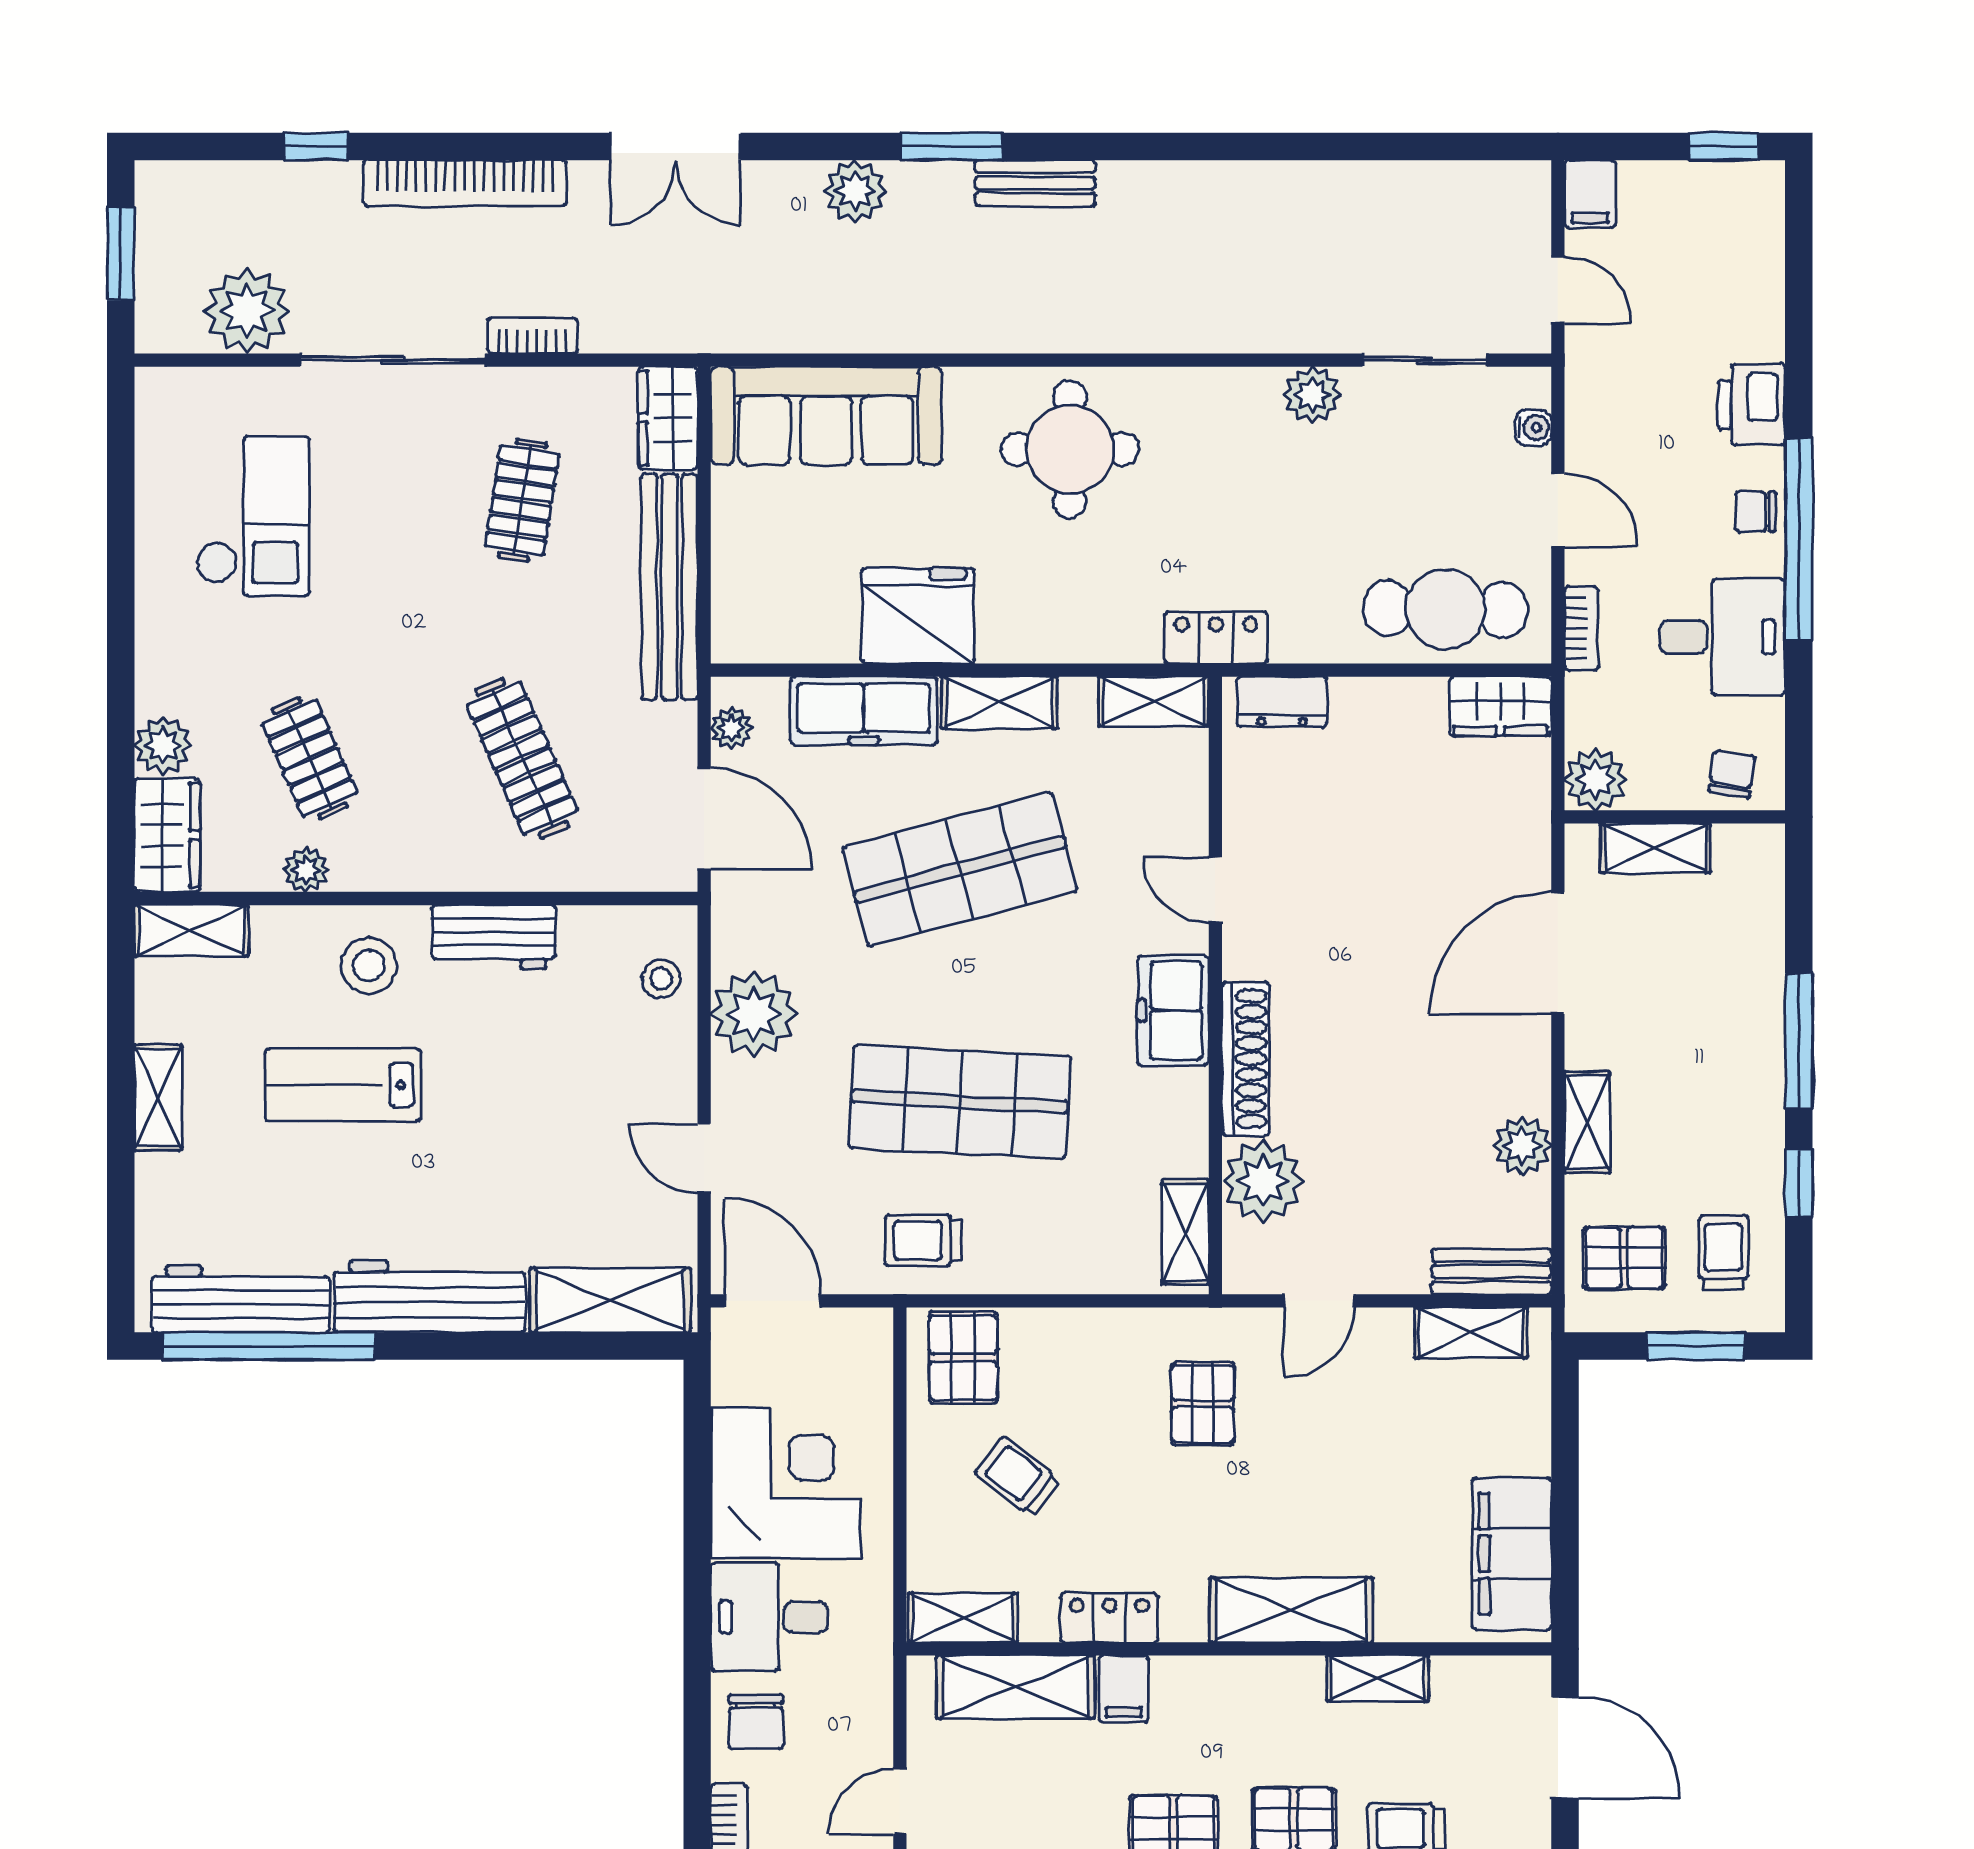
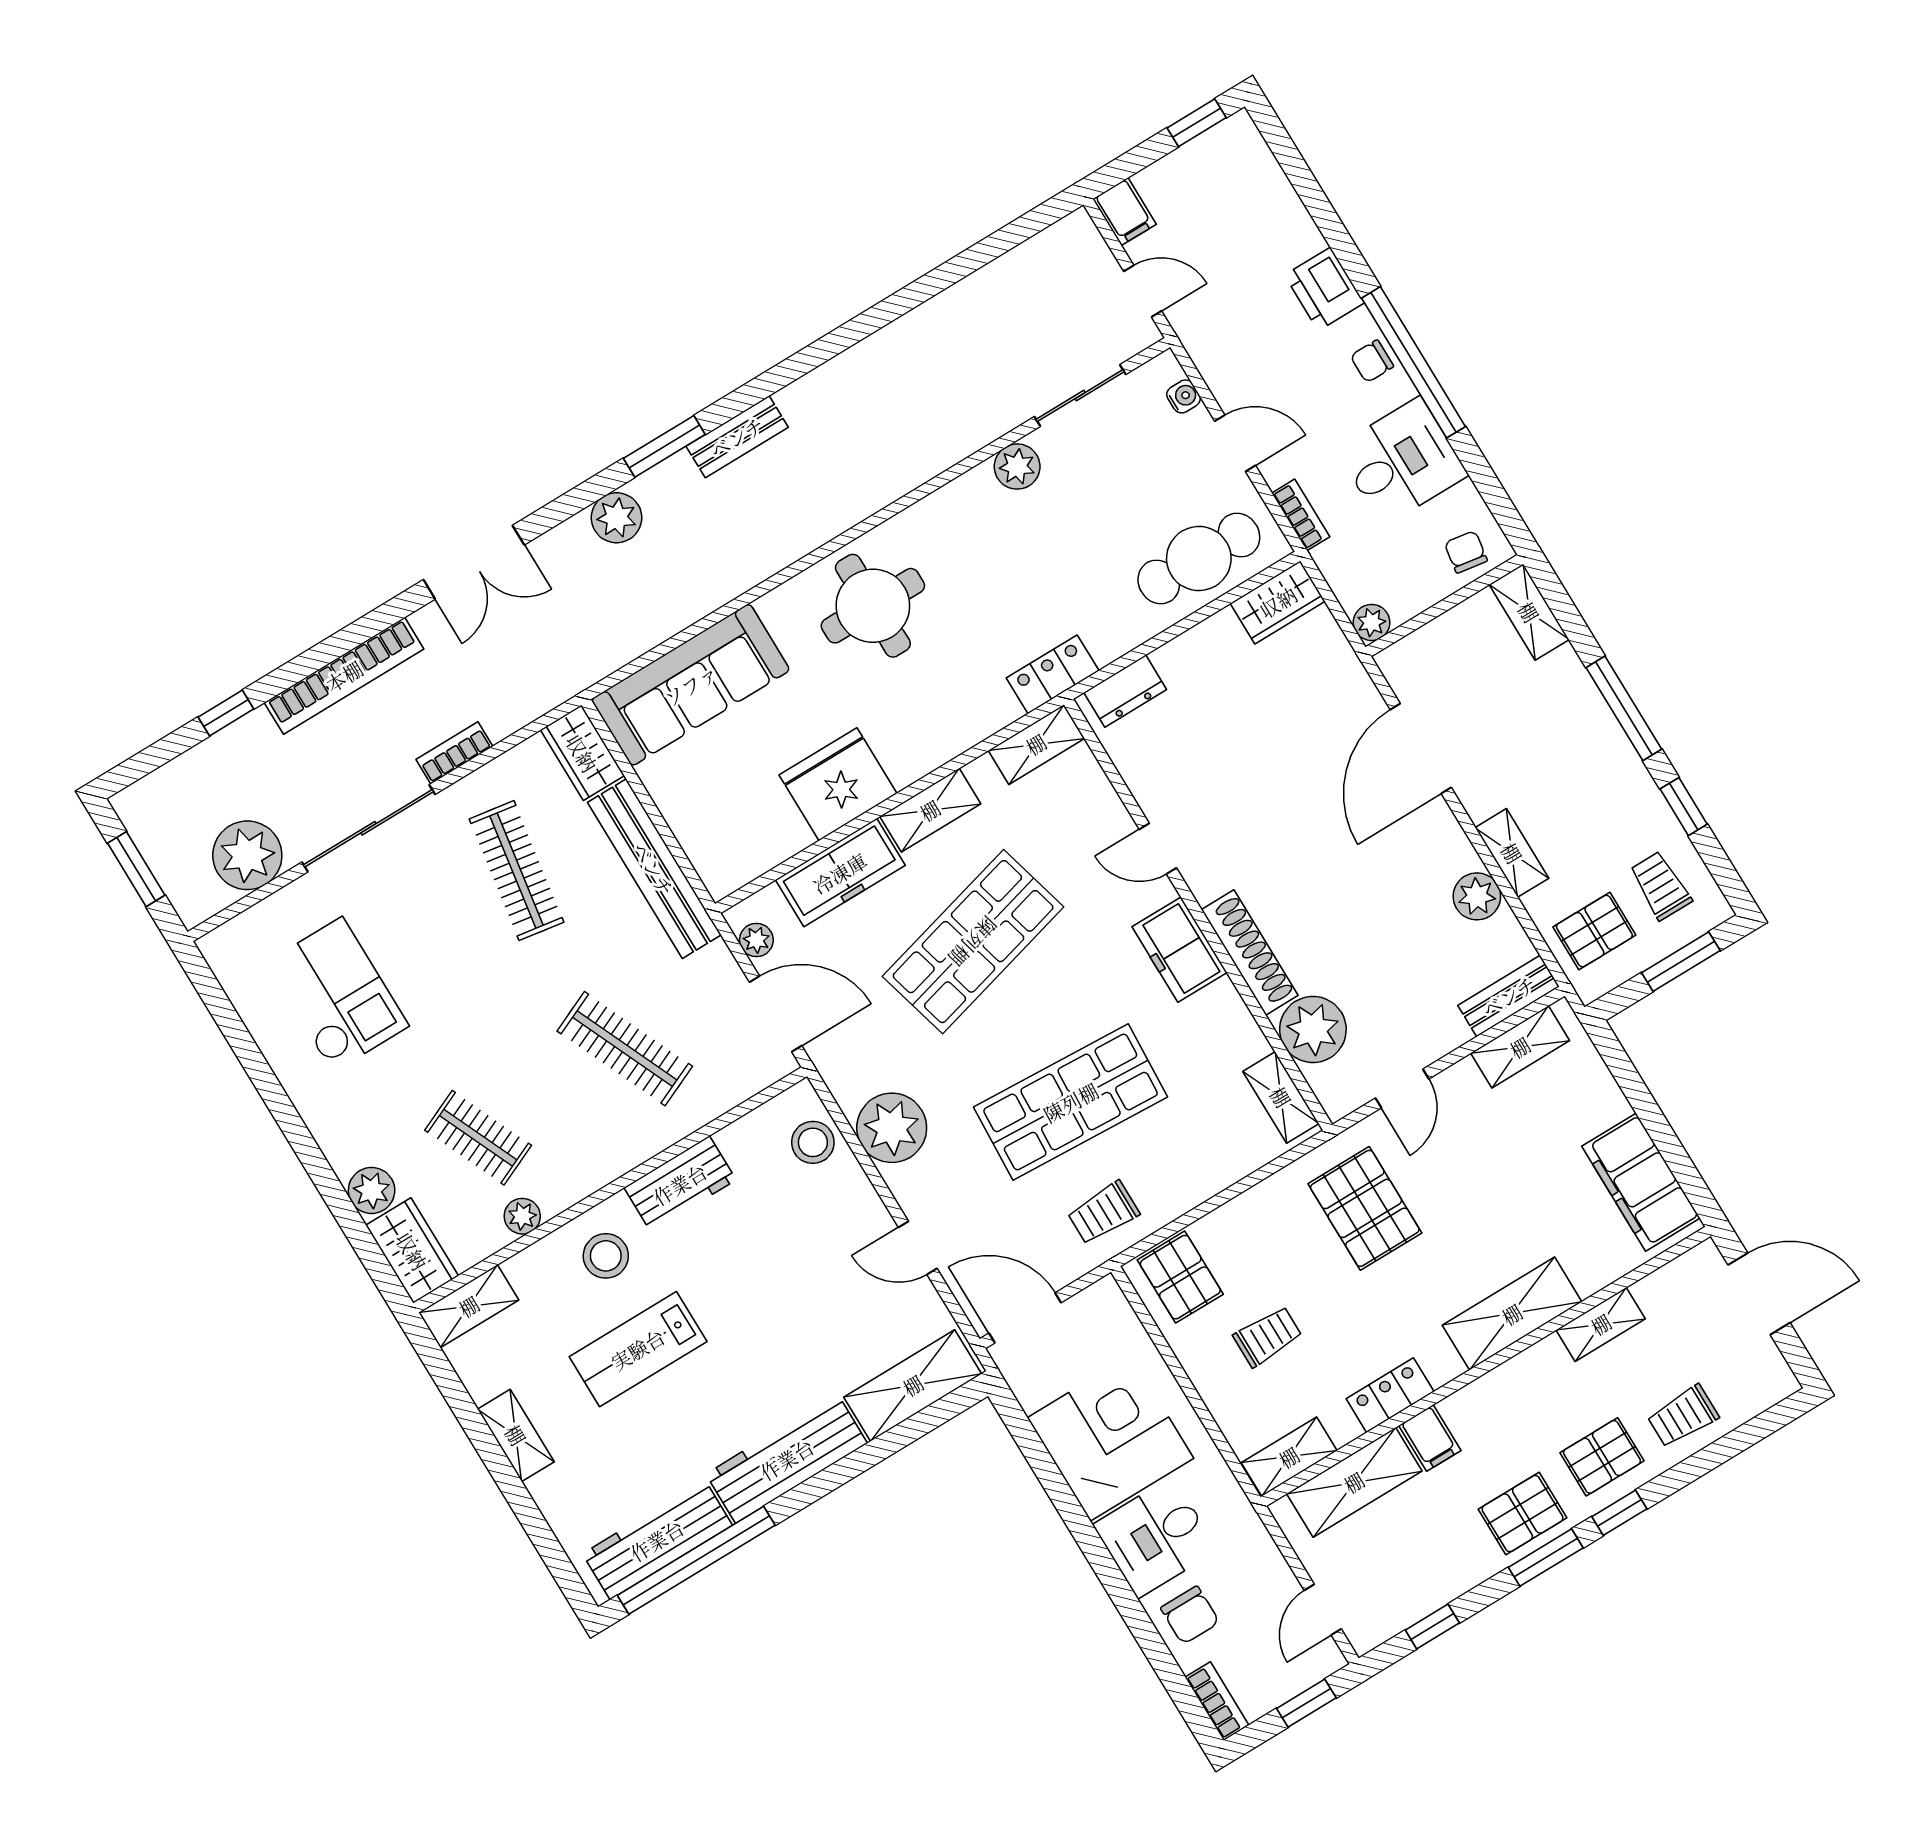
clothes rail: (522, 500) -> (516, 871), width x1.36
plant: (1595, 779) -> (1372, 622), width x0.73, depth x0.73
shelving: (1655, 848) -> (1529, 612), moved, turned 90
stool: (661, 979) -> (813, 1142), width x1.37, depth x1.37
pallet: (1203, 1404) -> (1365, 1208), width x1.50, depth x1.42
trolley: (1017, 1477) -> (1268, 1336), turned 142

